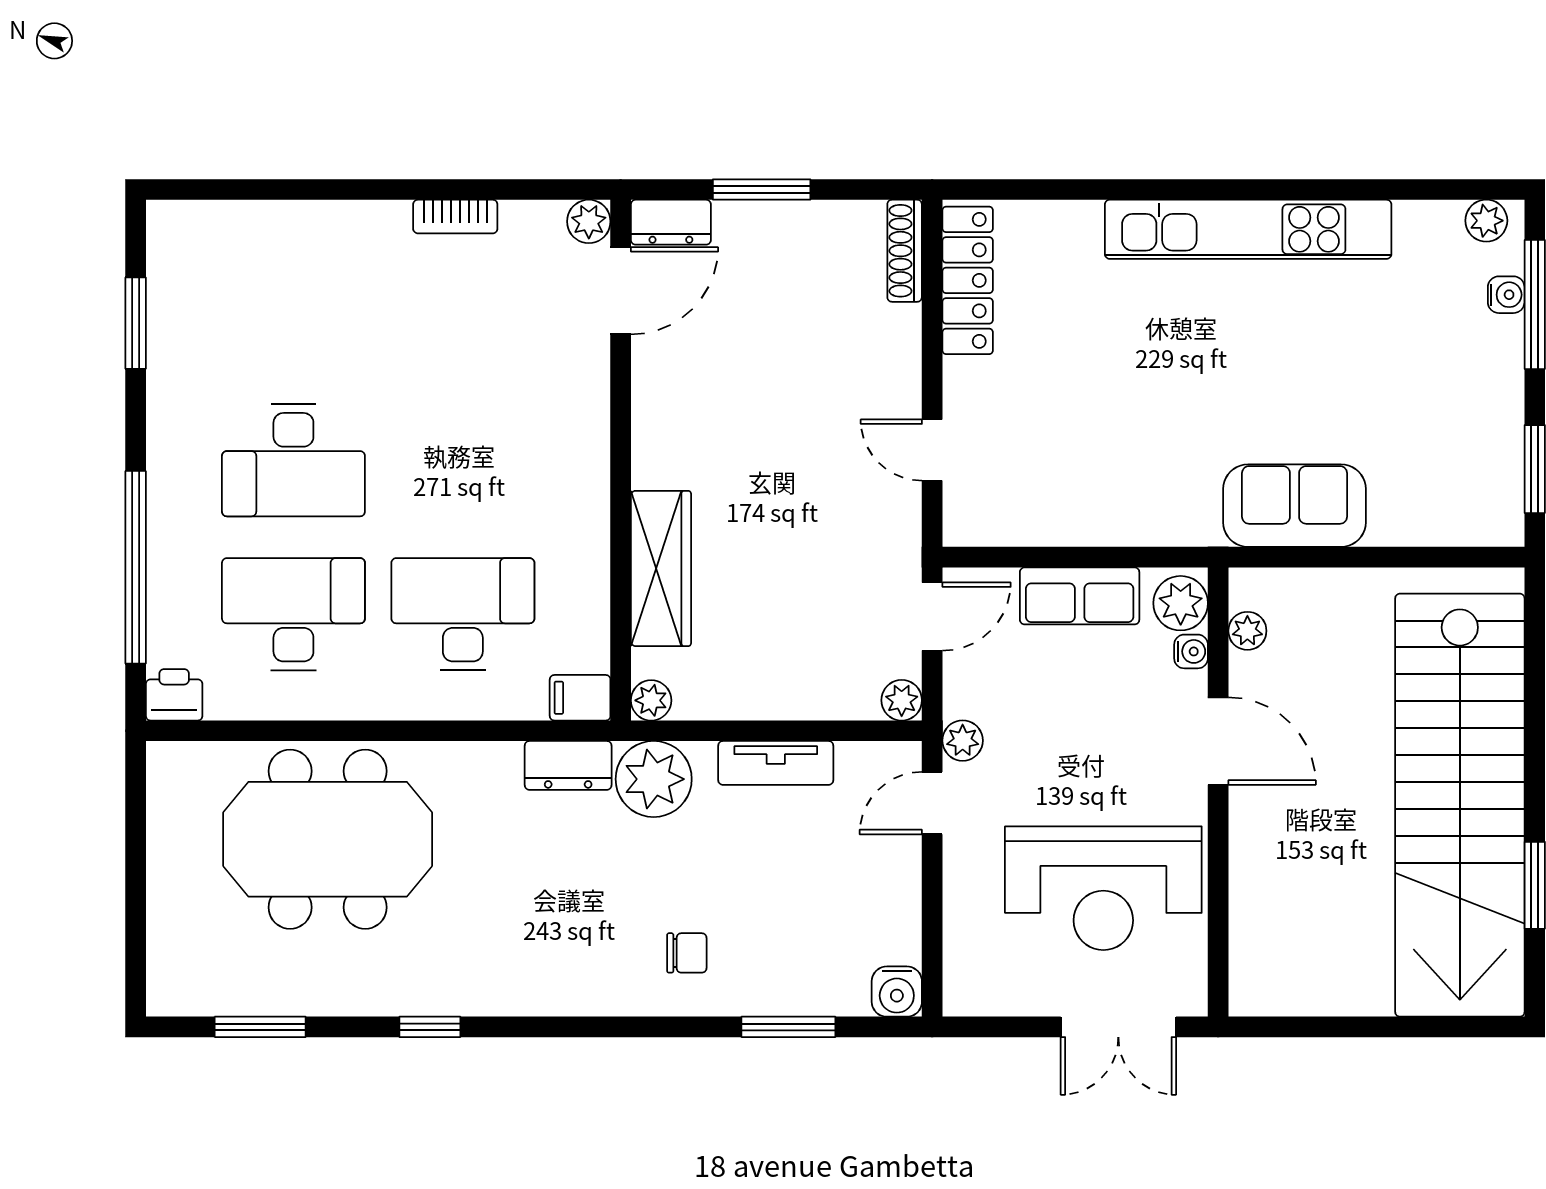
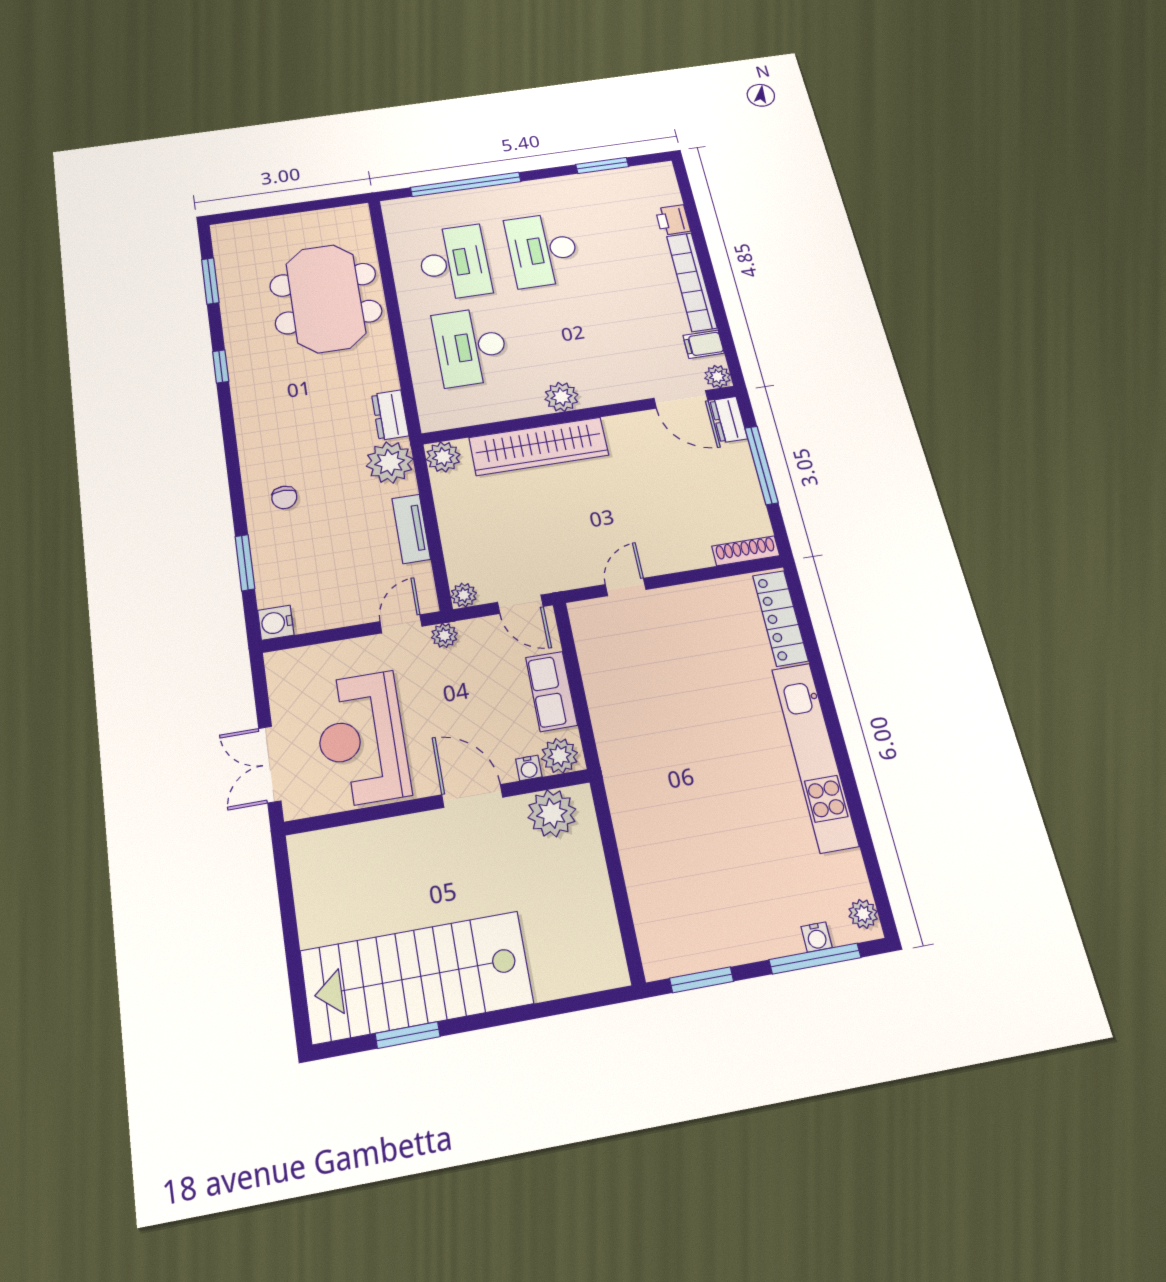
window: (762, 189) -> (761, 465), width x1.44
bookcase: (455, 217) -> (692, 282), width x2.31, depth x1.31
locker: (968, 280) -> (780, 618), moved, turned 90
plant: (583, 484) -> (561, 397), added
sofa: (1295, 506) -> (640, 819), removed
wardrobe: (661, 568) -> (539, 446), width x1.40, depth x1.17
desk: (463, 614) -> (471, 347), turned 180
plant: (1247, 631) -> (552, 813), width x1.88, depth x1.88
printer: (174, 695) -> (673, 220), moved, turned 180
filing cabinet: (580, 698) -> (704, 344), moved, turned -90
plant: (651, 700) -> (443, 457), width x1.38, depth x1.38
door: (1218, 741) -> (472, 796), swing flipped
door: (932, 803) -> (401, 624), hinge flipped
stairs: (1460, 805) -> (416, 977), width x0.73

